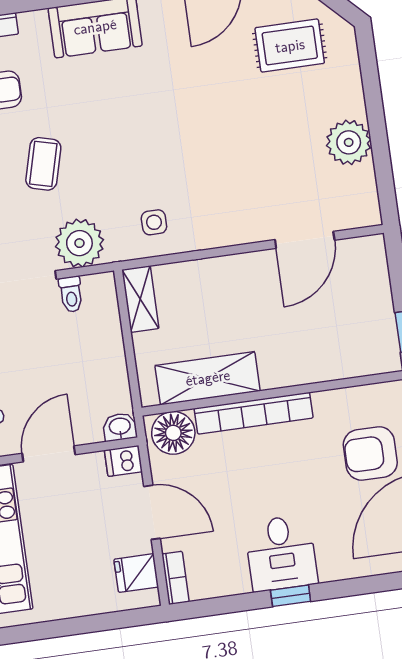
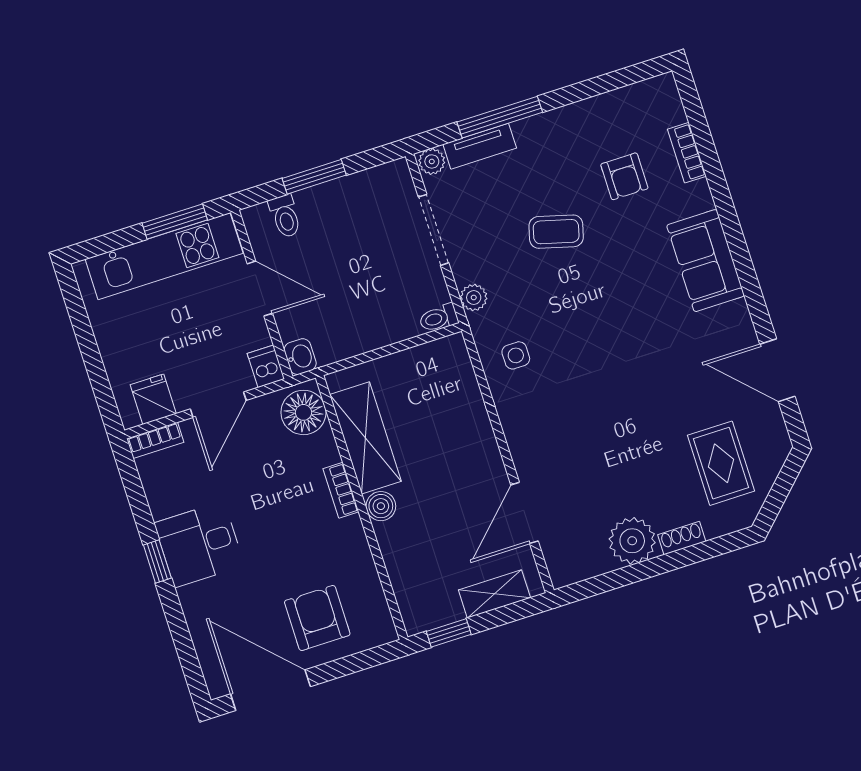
shoe rack: (354, 95) -> (682, 538), added
door: (305, 240) -> (524, 513), hinge flipped
plant: (79, 243) -> (474, 298), width x0.53, depth x0.53
toilet: (71, 294) -> (439, 318), moved
shelving: (140, 299) -> (494, 594), moved
boiler: (275, 375) -> (381, 506), added
bookcase: (254, 413) -> (341, 490), width x0.43, depth x0.76

